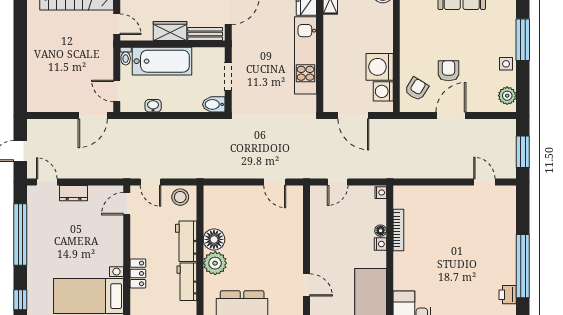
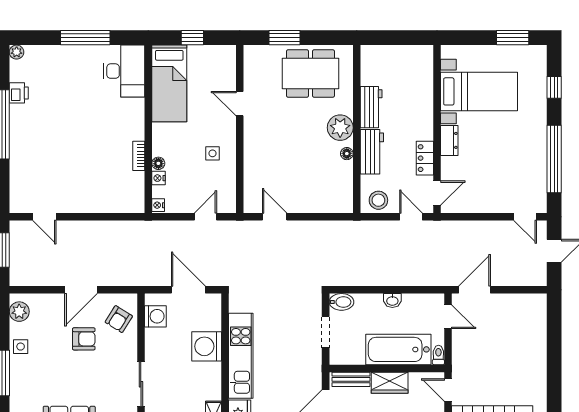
sliding door: (396, 29) -> (141, 384), added
washing machine: (380, 67) -> (207, 346), moved, turned 180
armchair: (448, 71) -> (84, 339), turned -90
washbasin: (153, 106) -> (392, 301), moved
dresser: (73, 193) -> (449, 140), moved, turned 90
bookcase: (398, 230) -> (139, 156), width x0.64
floor lamp: (214, 239) -> (347, 154), width x0.53, depth x0.53
side table: (331, 240) -> (213, 153), added
nightstand: (380, 244) -> (158, 178), moved
locker: (138, 273) -> (425, 158), moved

